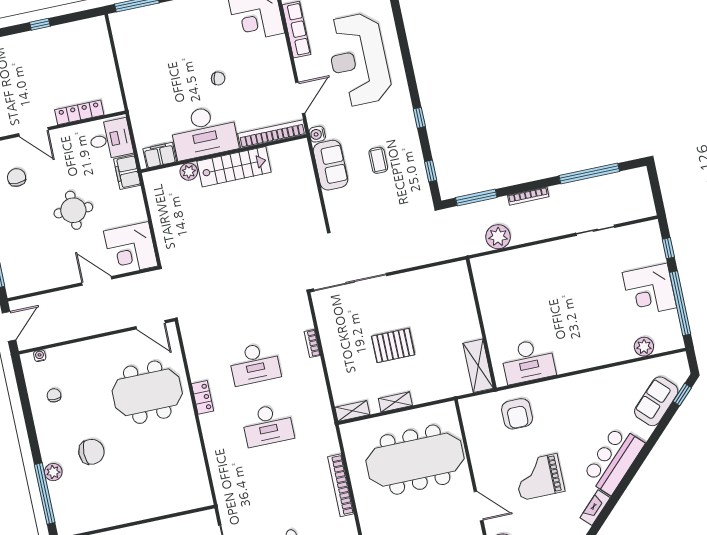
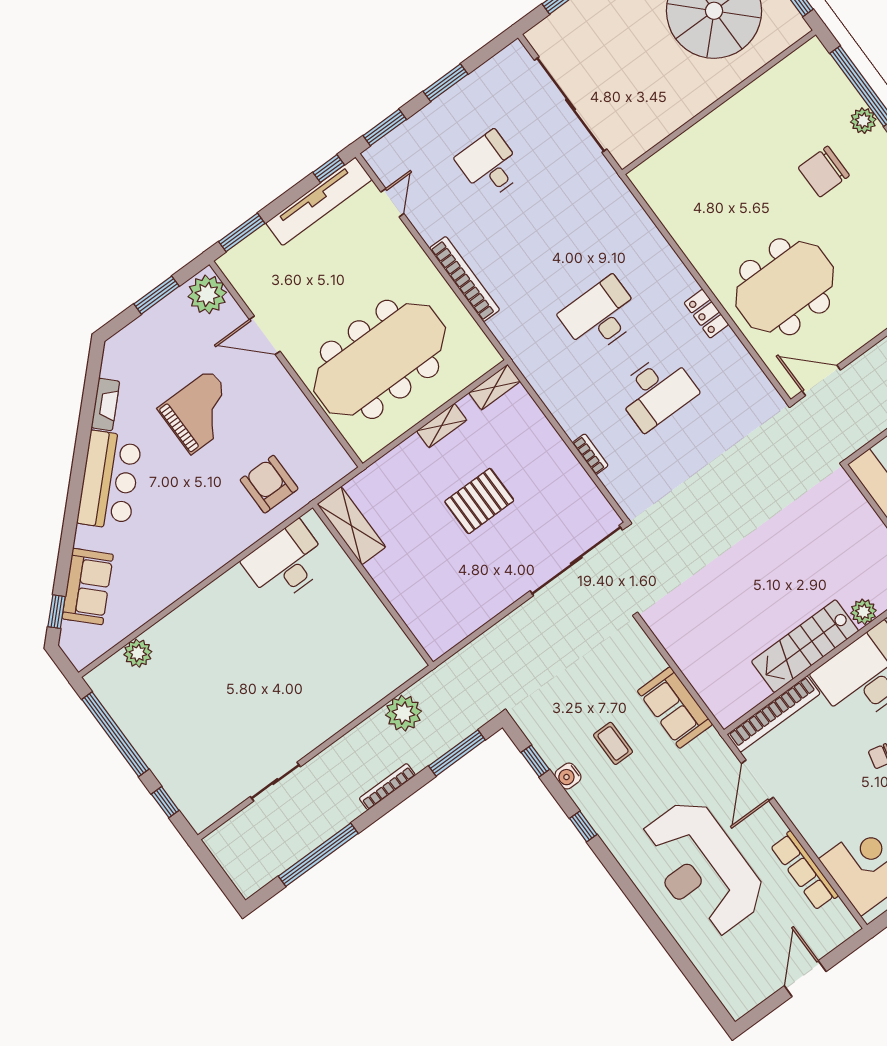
reception desk: (358, 60) -> (702, 868), turned 180
water cooler: (317, 134) -> (568, 776), moved, turned 180
corner desk: (649, 290) -> (165, 733), removed
desk: (255, 364) -> (656, 391), turned 180

